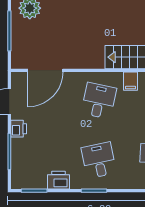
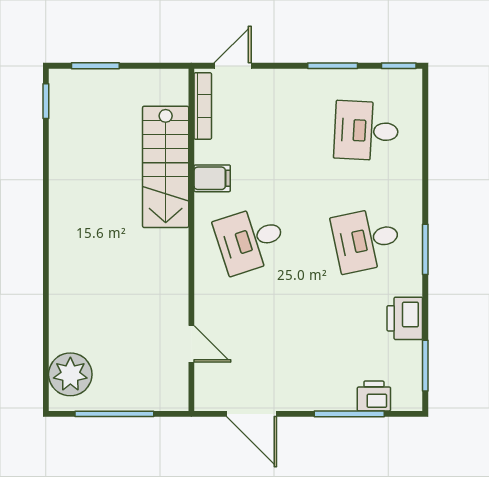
door: (45, 70) -> (191, 344), width x0.53
desk: (99, 101) -> (250, 240), turned -30
printer: (19, 129) -> (374, 396), moved

